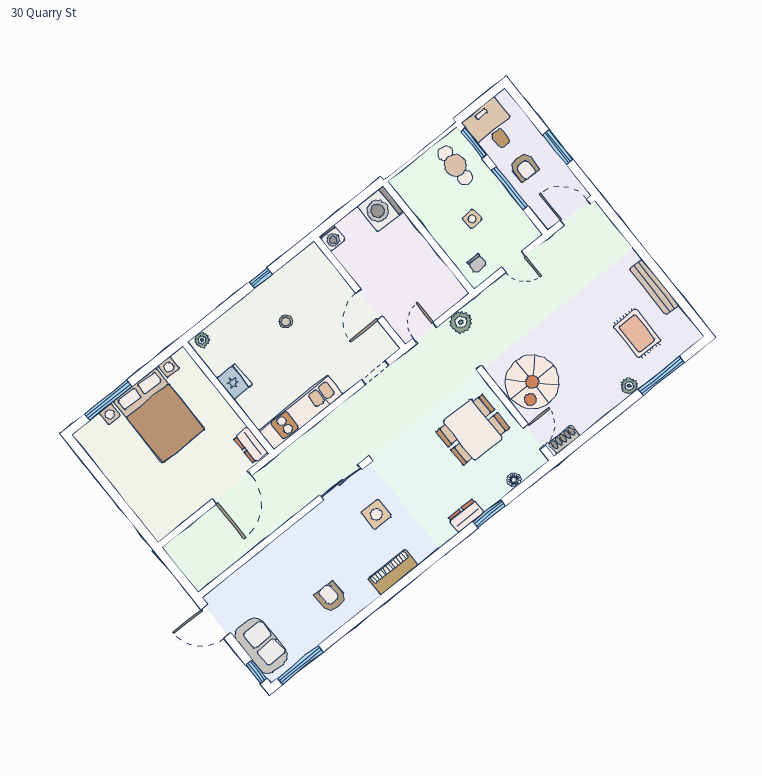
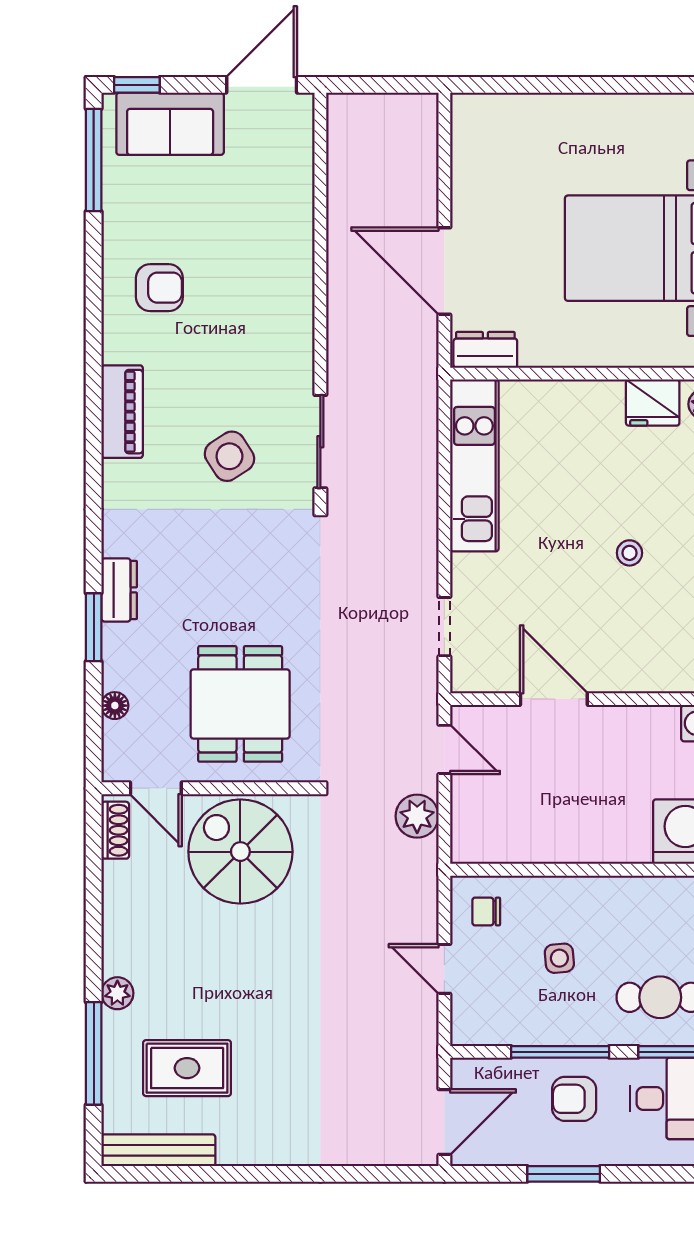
door: (514, 262) -> (444, 969), hinge flipped
bench: (654, 287) -> (158, 1150), moved
fridge: (234, 382) -> (653, 403), moved
side table: (376, 514) -> (229, 456), turned -33

